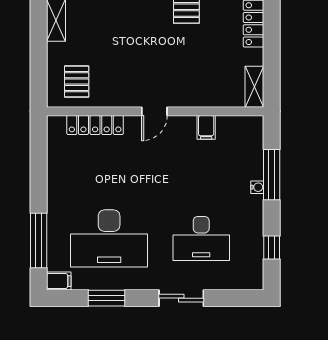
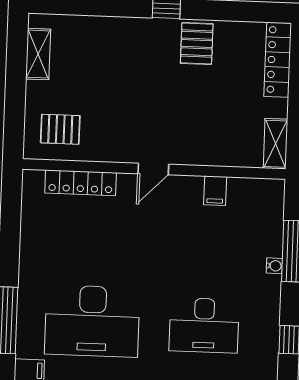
pallet: (77, 82) -> (60, 129), turned 90

